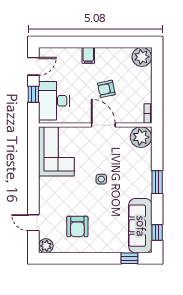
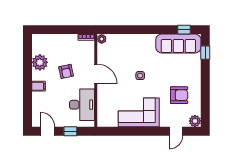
plant: (142, 57) -> (40, 62), moved
desk: (54, 101) -> (82, 105), moved, turned -90
door: (103, 125) -> (96, 74), swing flipped
plant: (141, 137) -> (102, 39), width x0.53, depth x0.53
corner sofa: (56, 151) -> (139, 112), moved
window: (157, 182) -> (143, 30), removed

